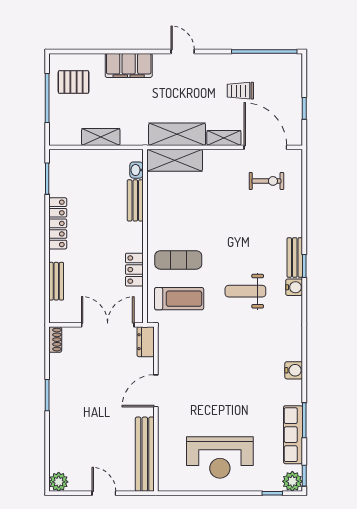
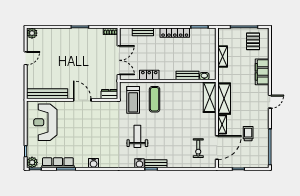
dresser: (146, 342) -> (109, 94), moved
door: (156, 391) -> (82, 100), moved
wall: (156, 409) -> (72, 100), moved
bench: (145, 454) -> (47, 94), moved

